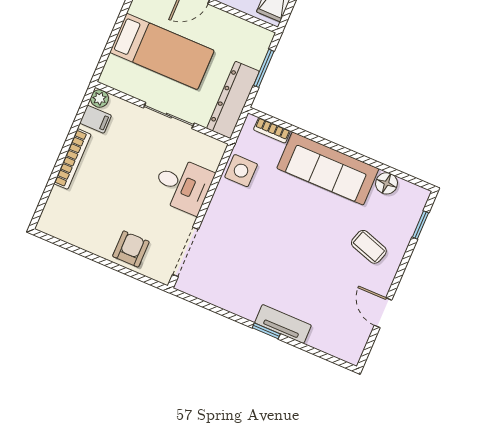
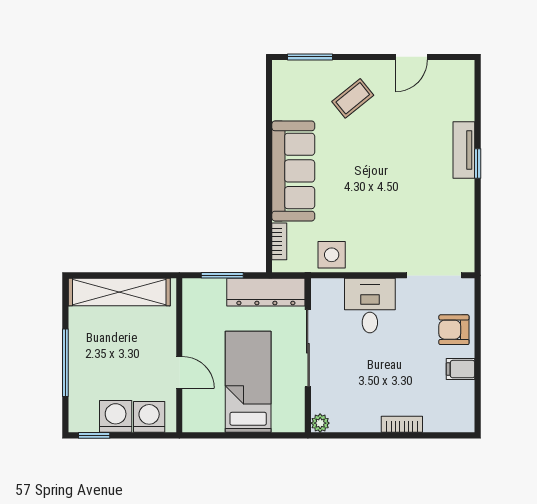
sliding door: (169, 116) -> (308, 348), width x1.37
filing cabinet: (96, 119) -> (461, 369), moved, turned -90
bookcase: (72, 159) -> (402, 424), width x0.64
floor lamp: (386, 183) -> (283, 107), removed
window: (420, 225) -> (310, 57), width x1.50
coffee table: (369, 247) -> (353, 98), turned 33

